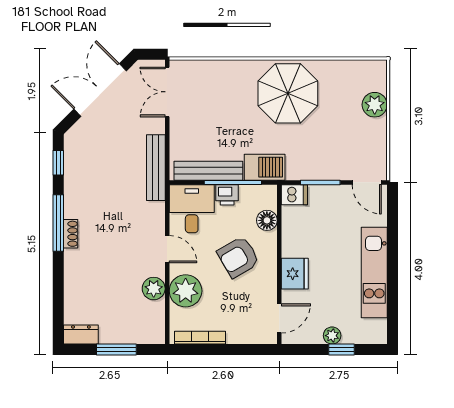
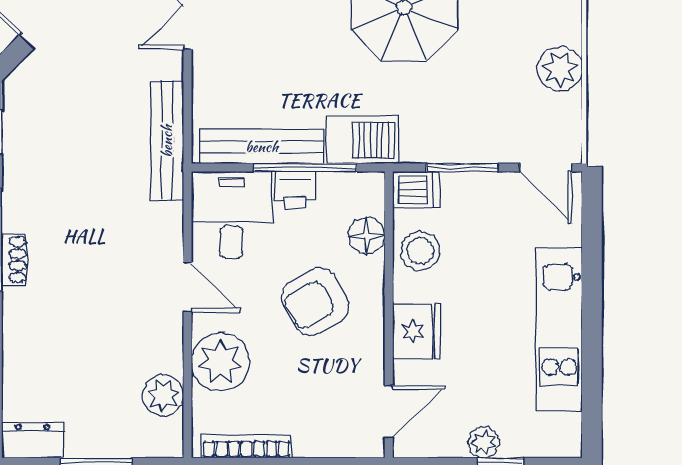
plant: (375, 105) -> (560, 69), moved
stool: (297, 229) -> (420, 251), added
plant: (154, 289) -> (163, 395), moved

